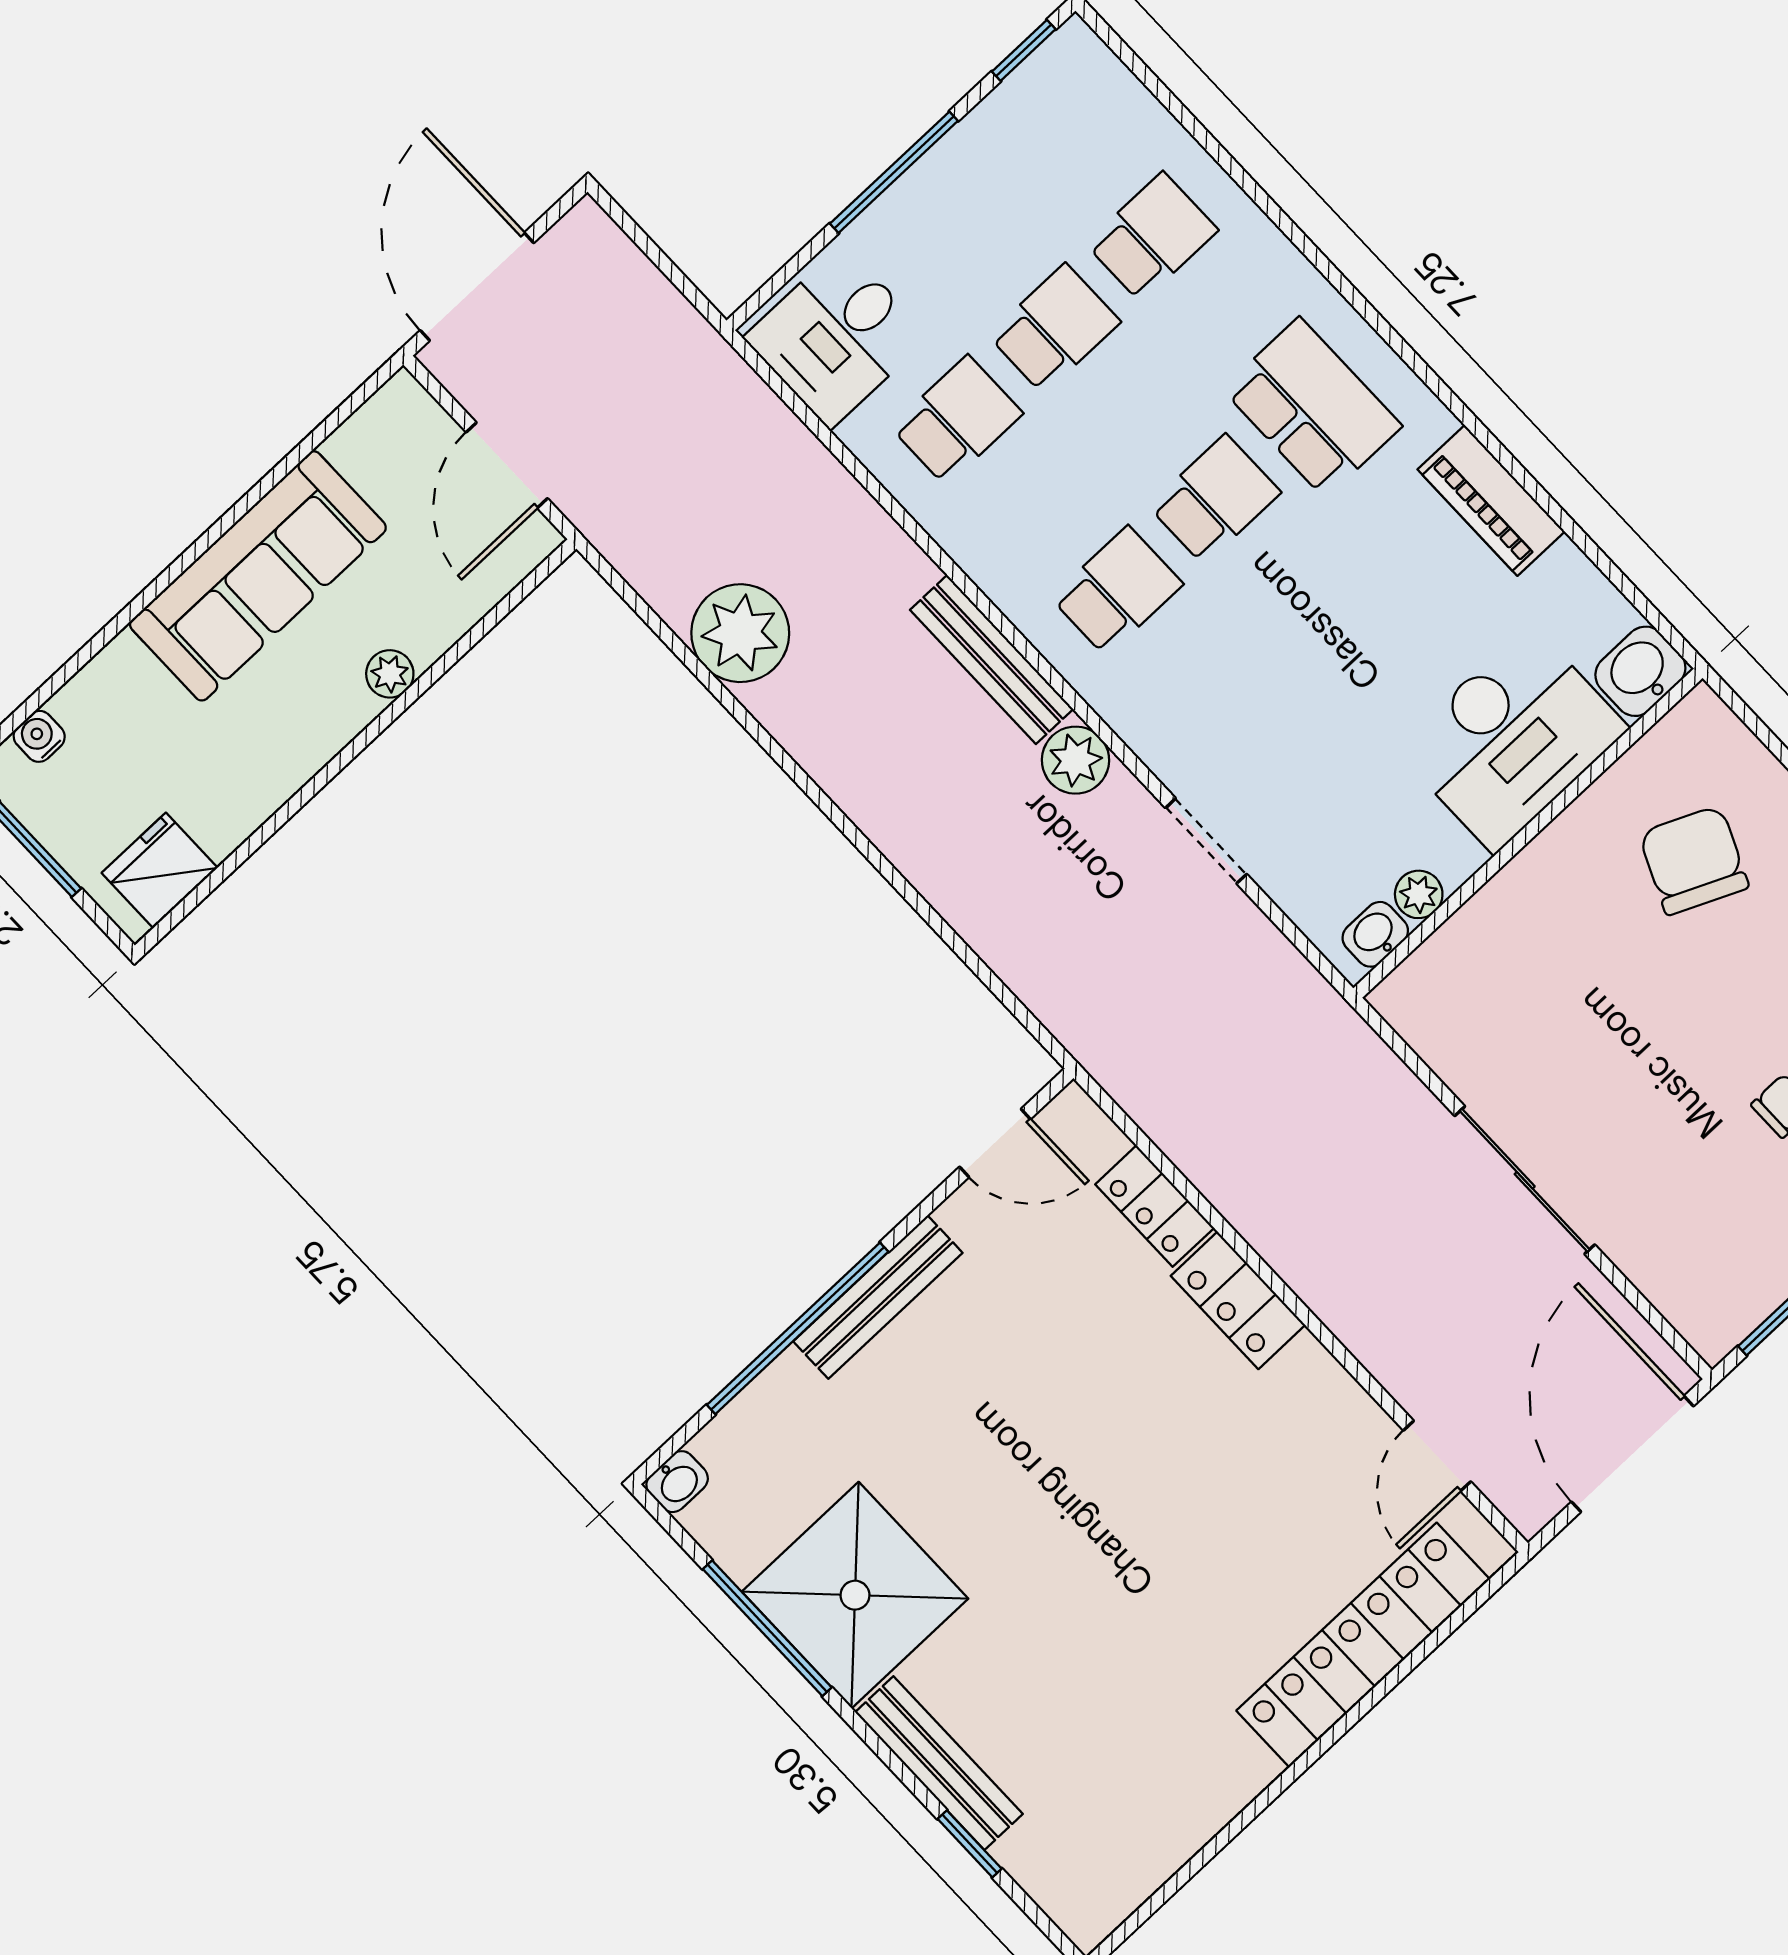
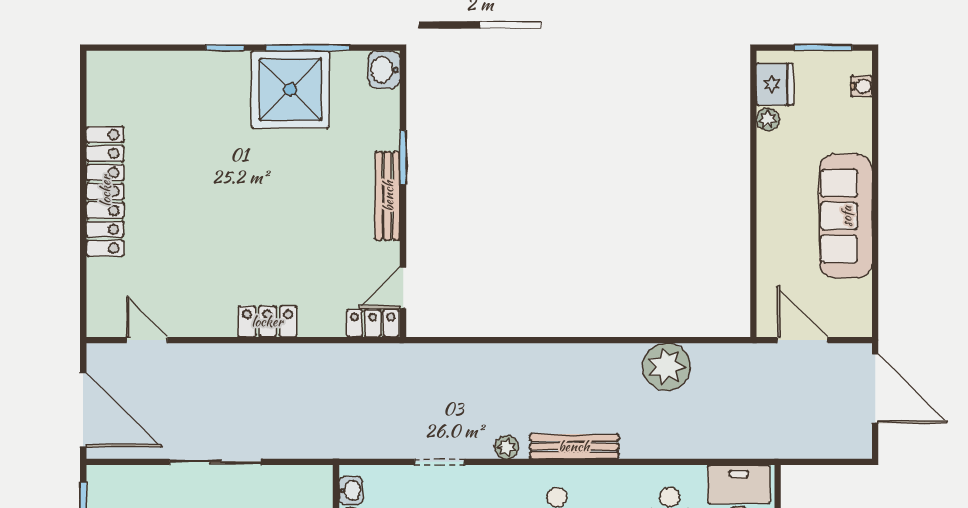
plant: (390, 674) -> (768, 119), moved
plant: (1075, 760) -> (507, 447), width x0.73, depth x0.73
locker: (1155, 1206) -> (373, 323), moved
window: (798, 1328) -> (403, 157), width x0.47
washbasin: (677, 1482) -> (384, 70), width x1.38, depth x1.45
locker: (1363, 1645) -> (105, 191), moved
bench: (939, 1763) -> (204, 64), removed
window: (970, 1844) -> (225, 48), moved

